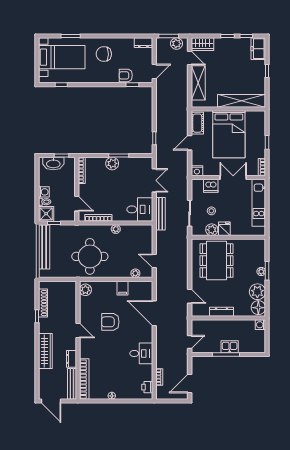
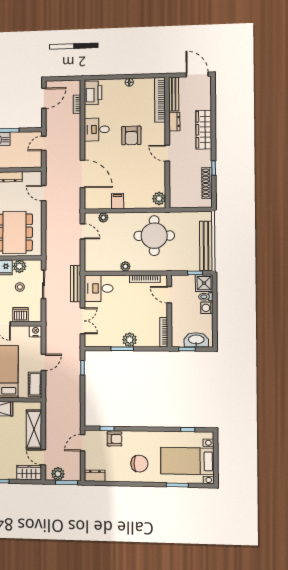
double door: (154, 180) -> (83, 321), swing flipped
armchair: (110, 322) -> (131, 135), moved, turned 90
printer: (147, 387) -> (93, 93), width x1.87, depth x1.48

